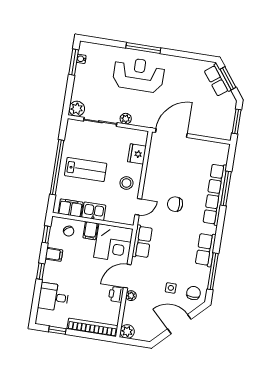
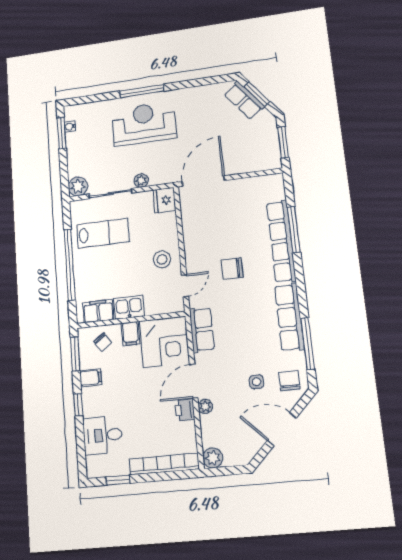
fridge: (137, 154) -> (164, 200), moved
lab bench: (86, 169) -> (103, 233), moved
window: (46, 234) -> (75, 354), width x1.50
row of seats: (206, 250) -> (289, 317), width x1.48

